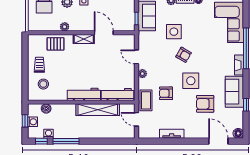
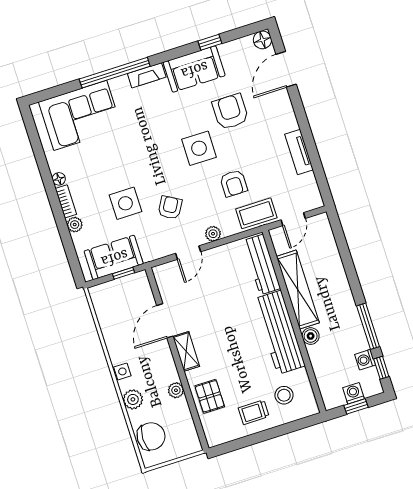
armchair: (184, 55) -> (170, 208), moved
workbench: (84, 94) -> (279, 332), width x1.36, depth x1.32
armchair: (205, 104) -> (230, 112), turned 180
boiler: (46, 108) -> (311, 336), moved

